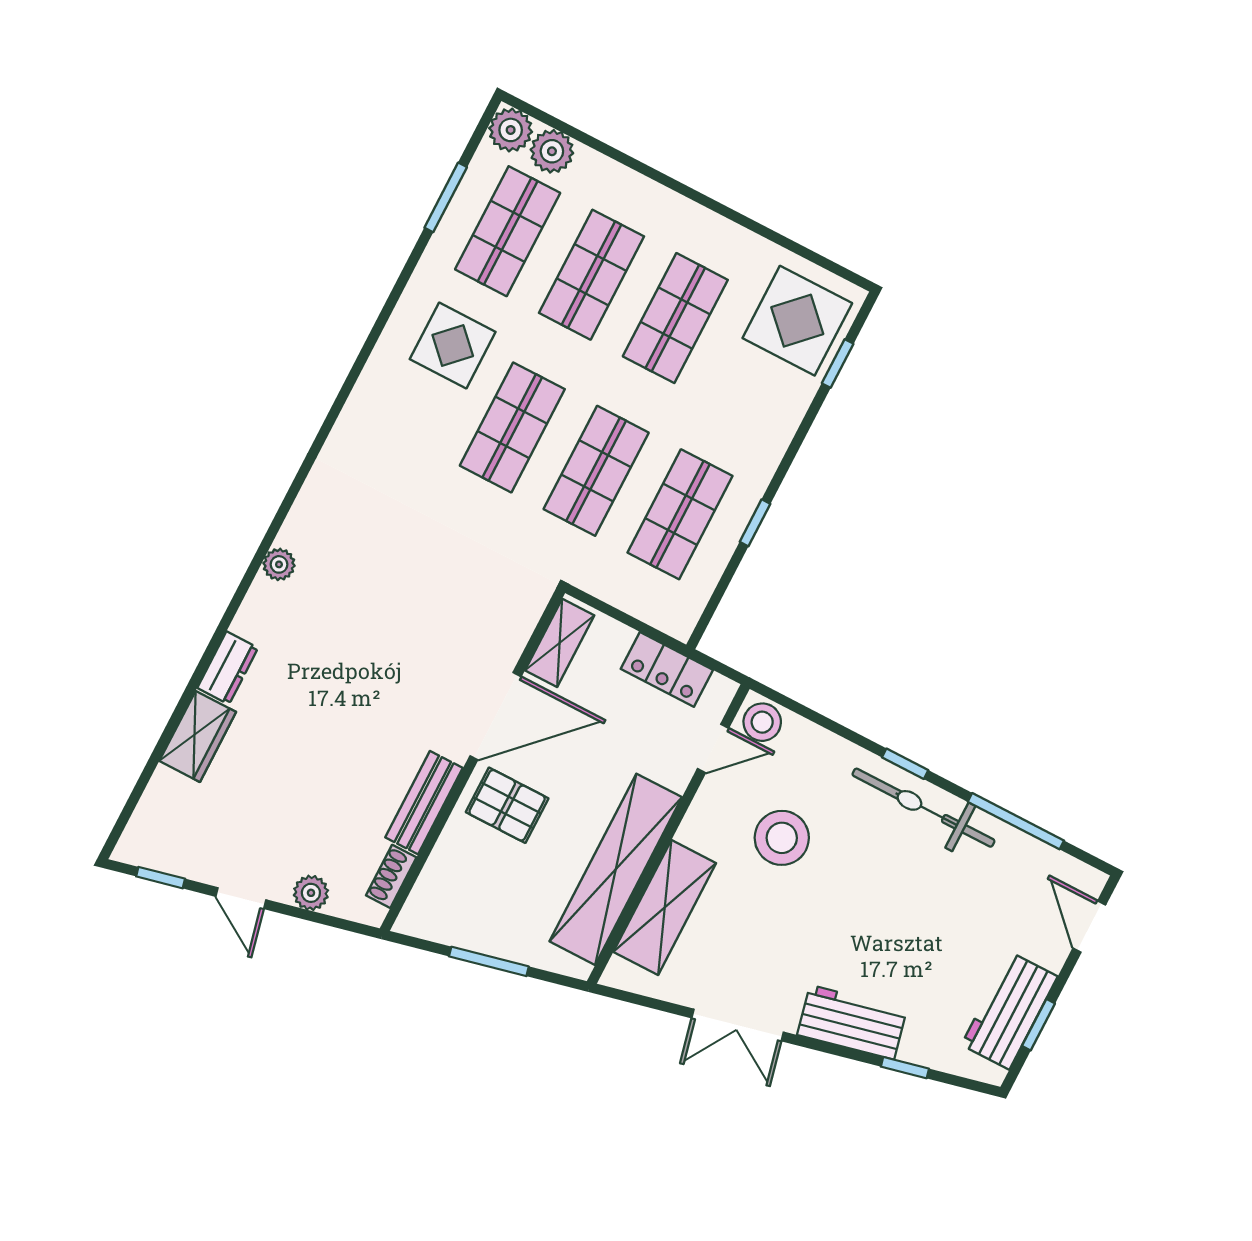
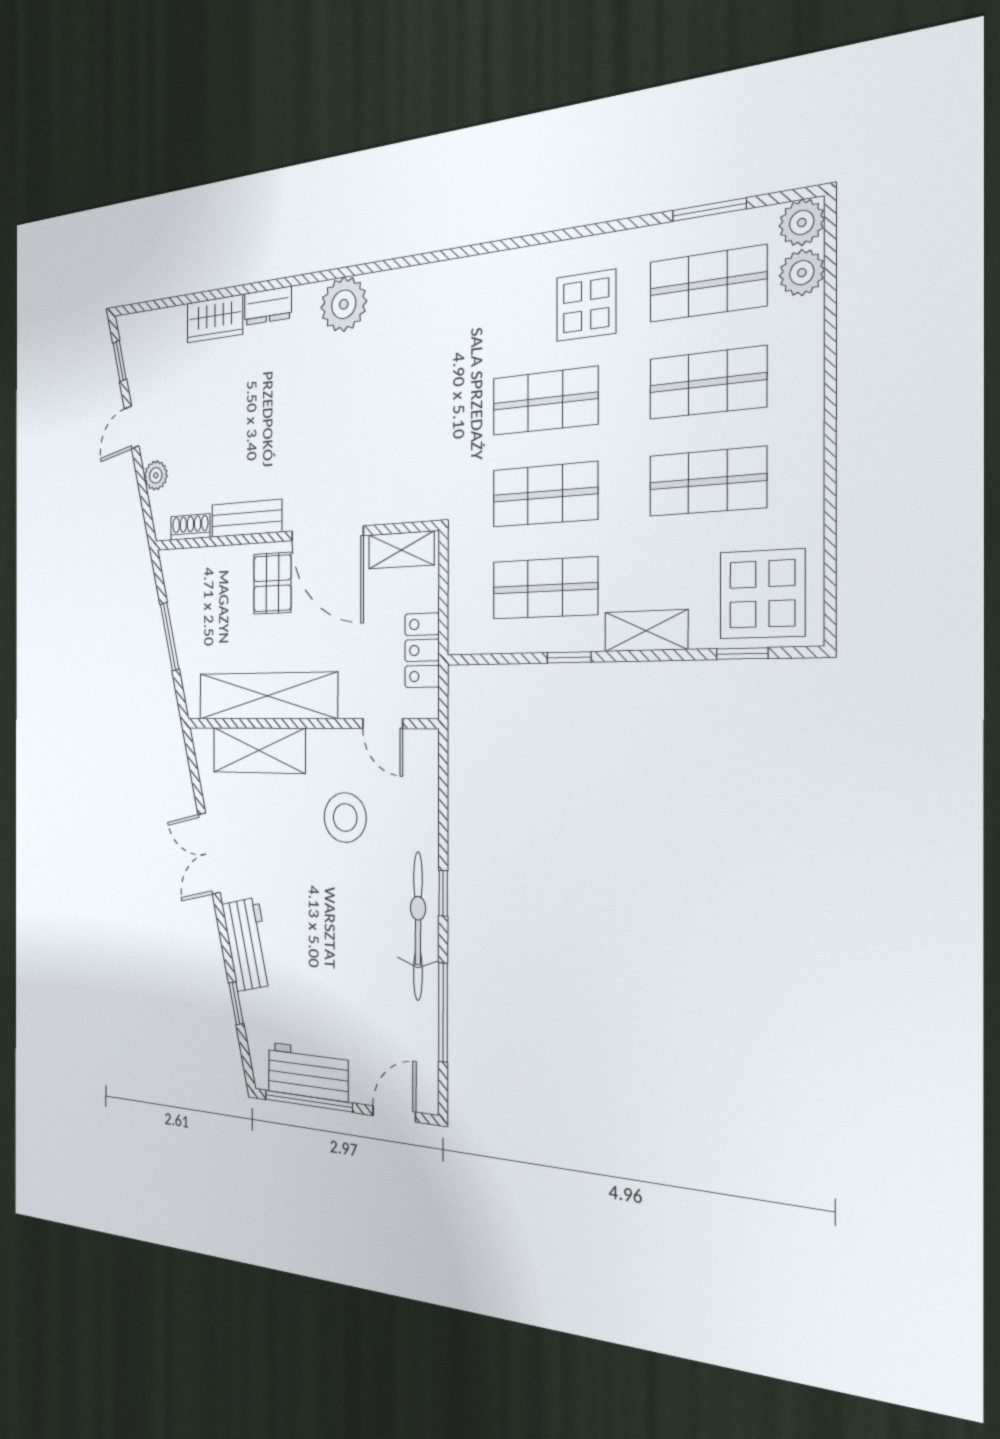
shelving: (771, 438) -> (646, 631), added
plant: (279, 564) -> (344, 304), width x1.88, depth x1.88
stool: (762, 722) -> (420, 753), removed
window: (1038, 1025) -> (309, 1101), width x2.17

